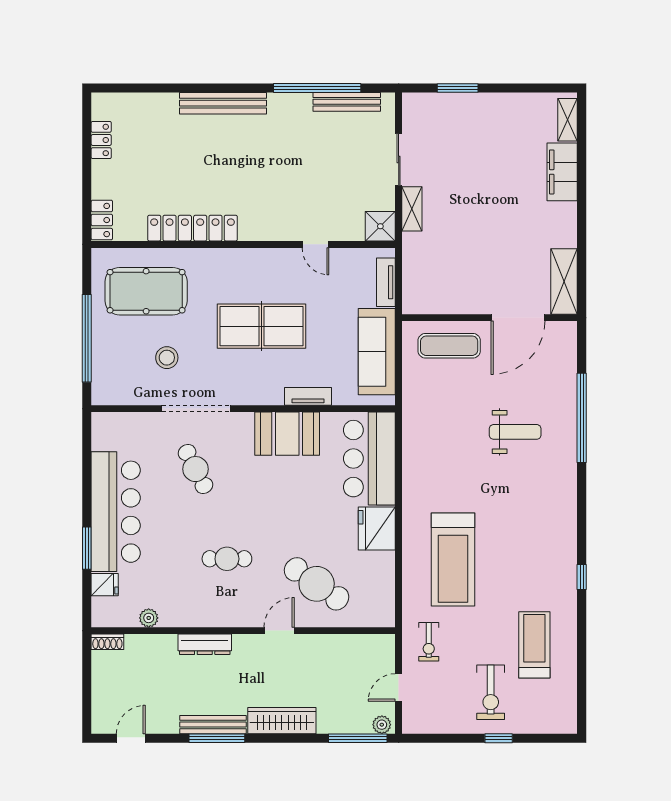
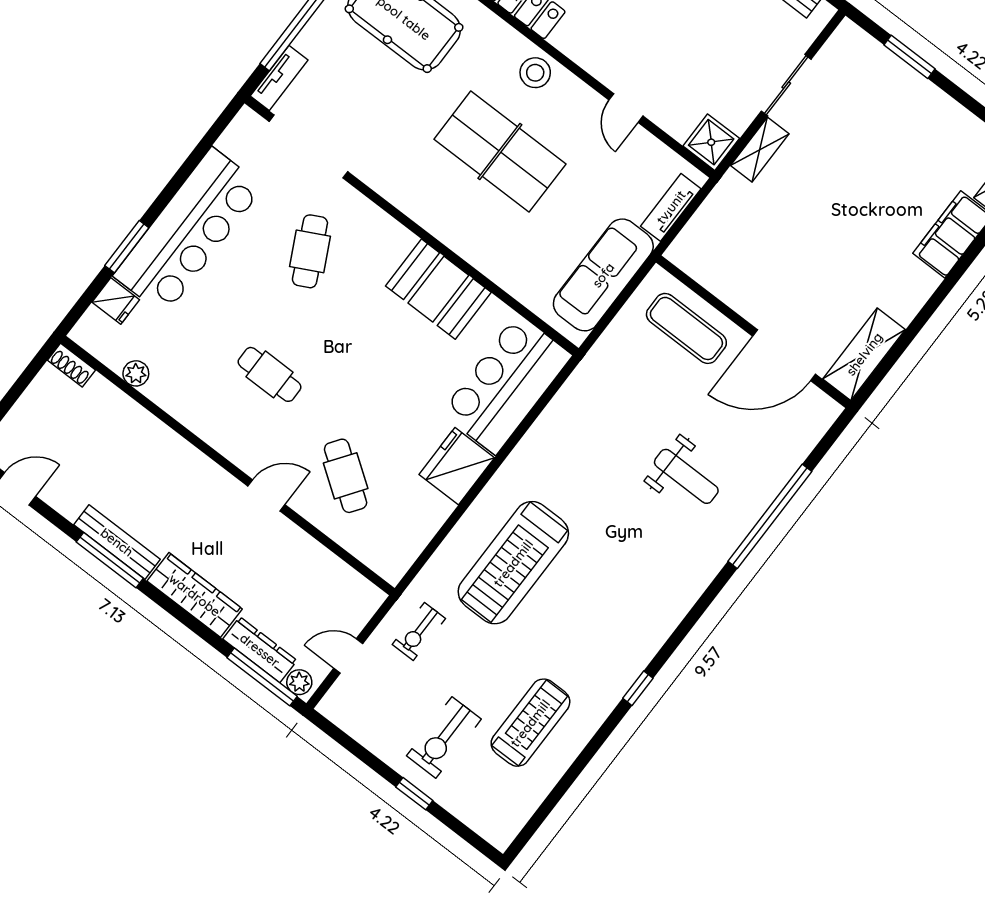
stool: (167, 358) -> (535, 73), moved
tv unit: (308, 396) -> (279, 78), moved, turned 90
doorway: (196, 409) -> (309, 147), moved
cafe table: (317, 584) -> (346, 476), width x0.73, depth x0.74
dresser: (205, 644) -> (260, 650), moved, turned 180

